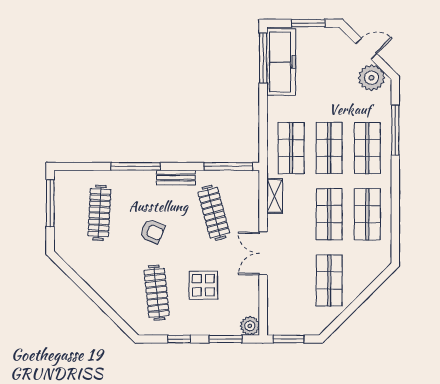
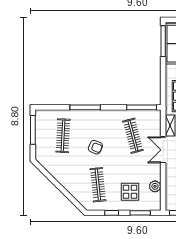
bench: (176, 177) -> (110, 114), removed
double door: (263, 253) -> (163, 150), moved
display table: (203, 285) -> (130, 192), moved
plant: (250, 326) -> (155, 186), moved

